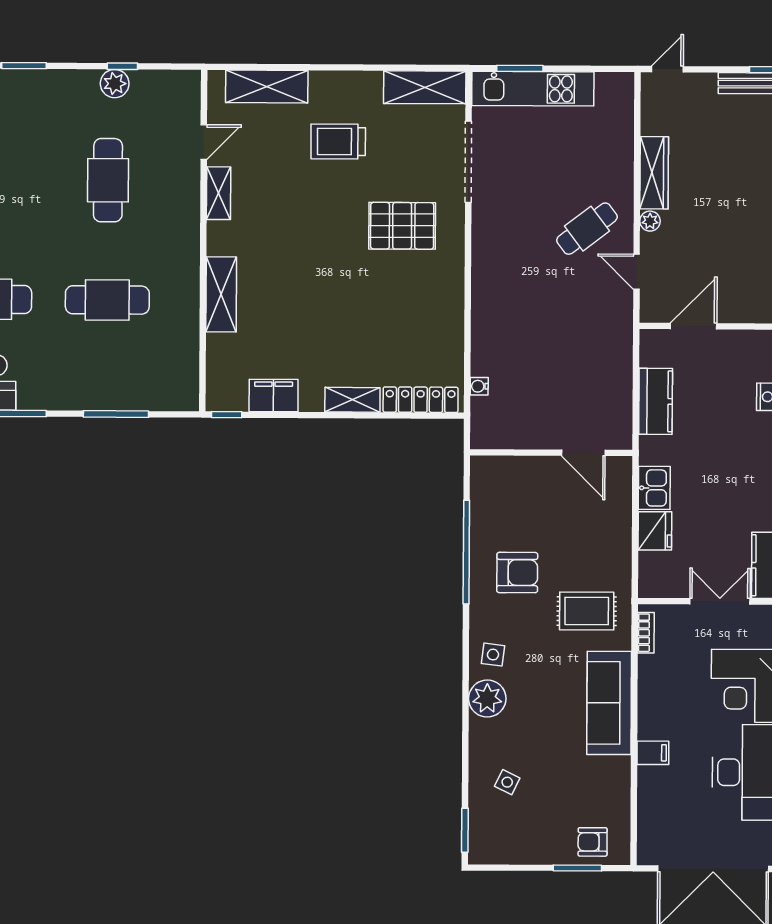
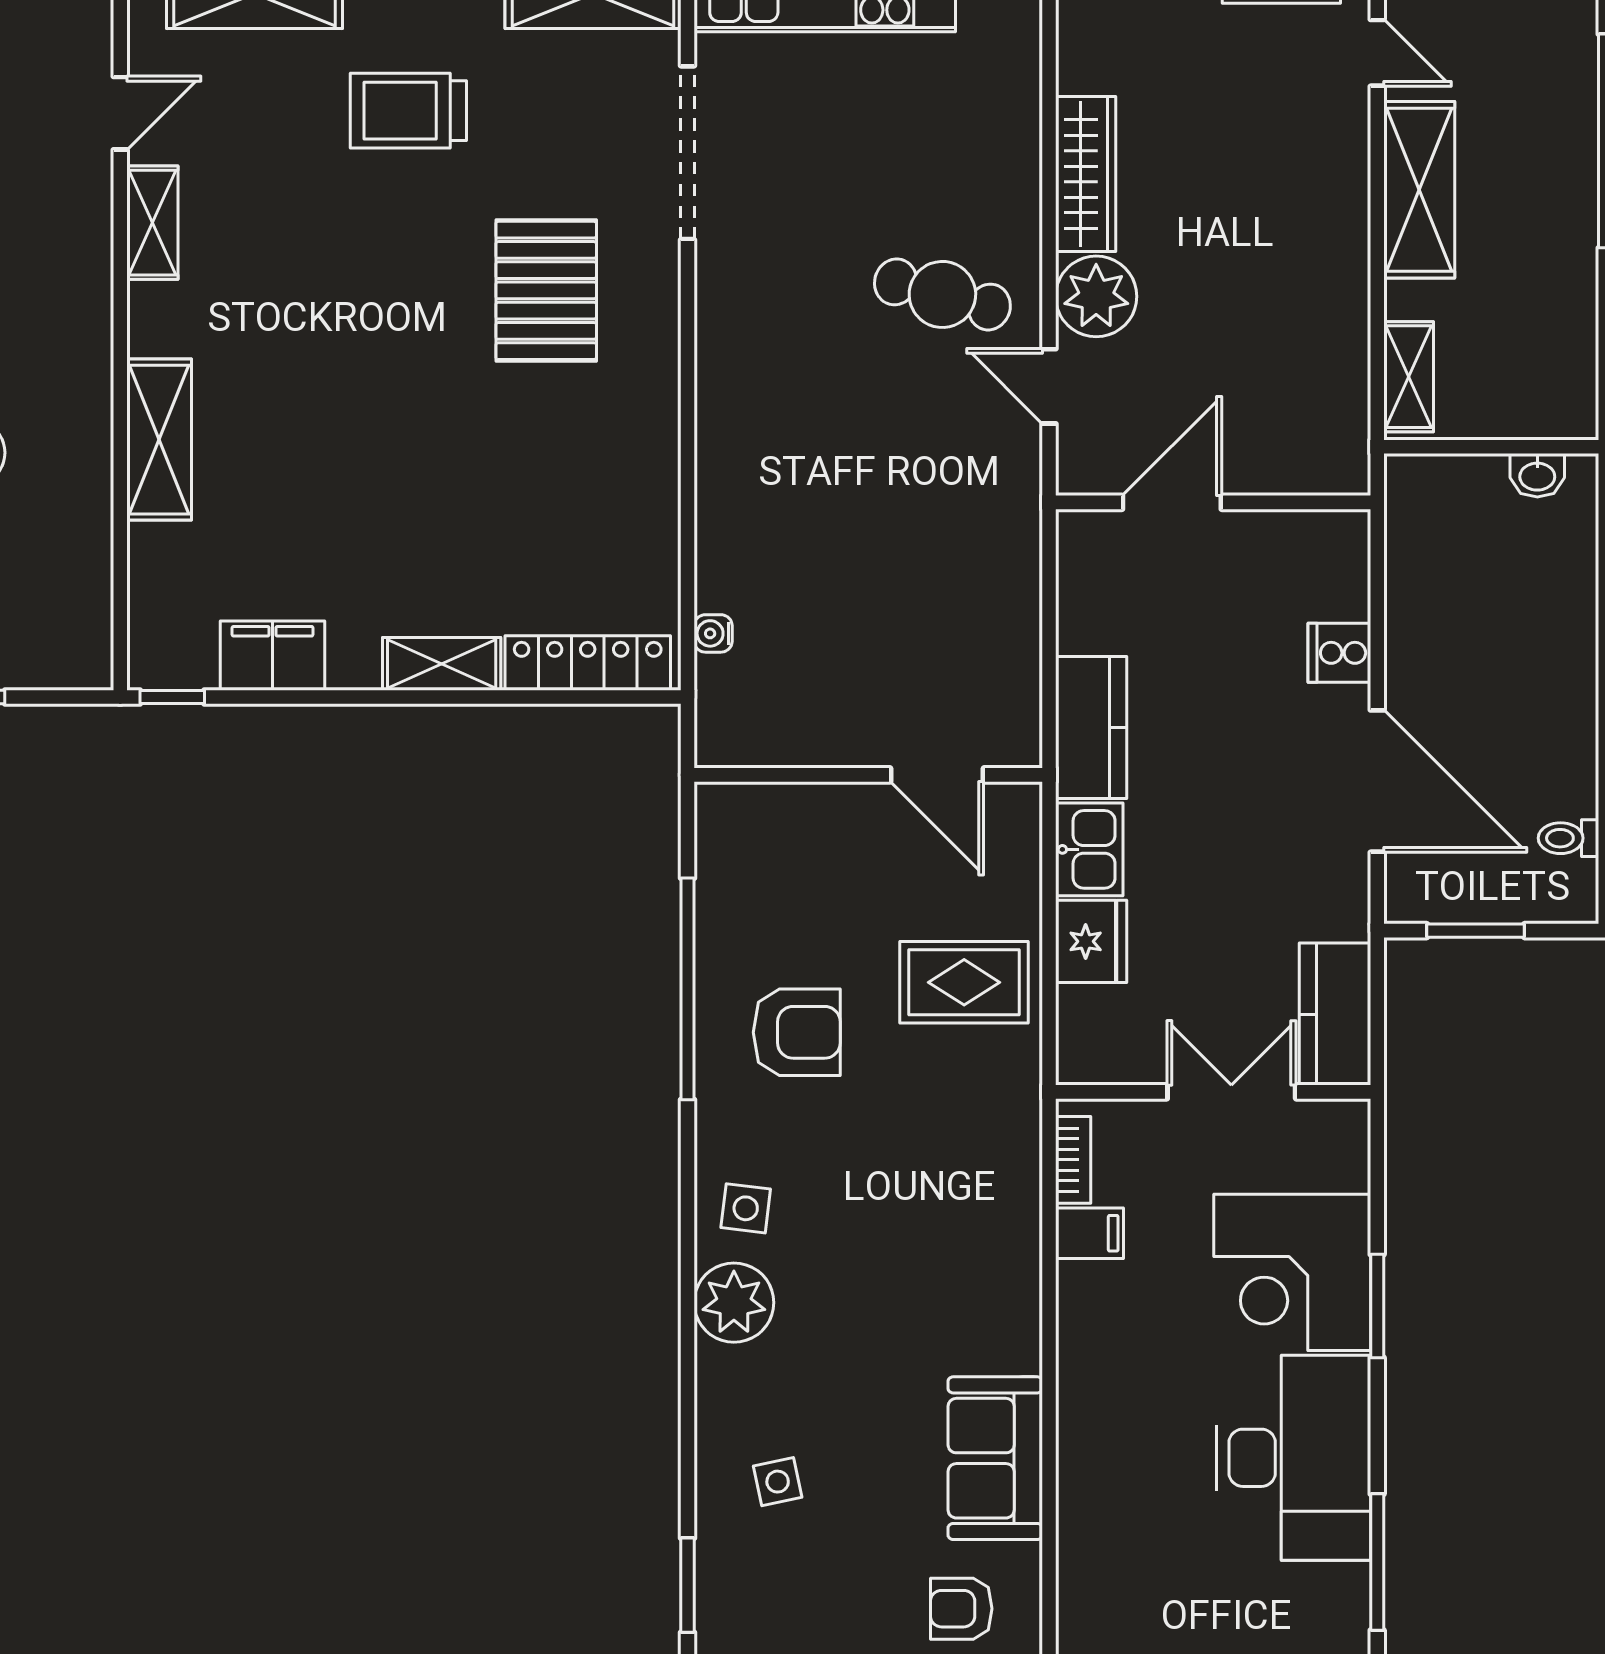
plant: (650, 221) -> (1096, 296), width x1.88, depth x1.88
pallet: (402, 226) -> (546, 290), turned 90
cafe table: (587, 229) -> (942, 294), turned 52
kitchen counter: (656, 401) -> (1091, 728), moved
rug: (587, 611) -> (964, 982), moved
sofa: (609, 703) -> (995, 1458), moved, width x0.73
filing cabinet: (653, 753) -> (1090, 1233), moved
side table: (507, 782) -> (778, 1482), turned -38

